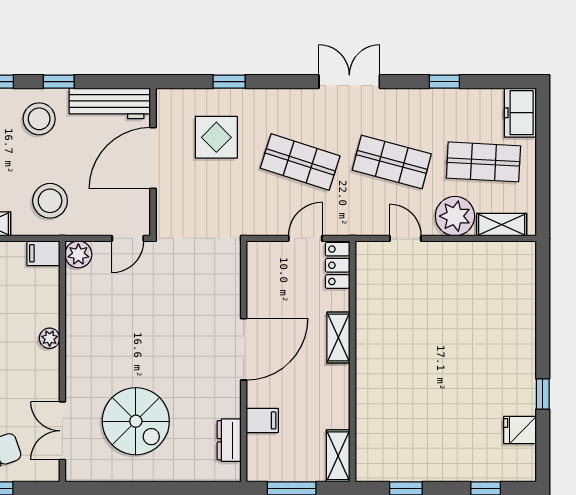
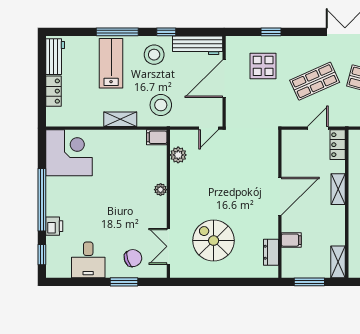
shop shelf: (300, 162) -> (315, 81), turned -42
plant: (78, 254) -> (178, 155), moved
spiral stairs: (136, 421) -> (214, 241), turned 180

